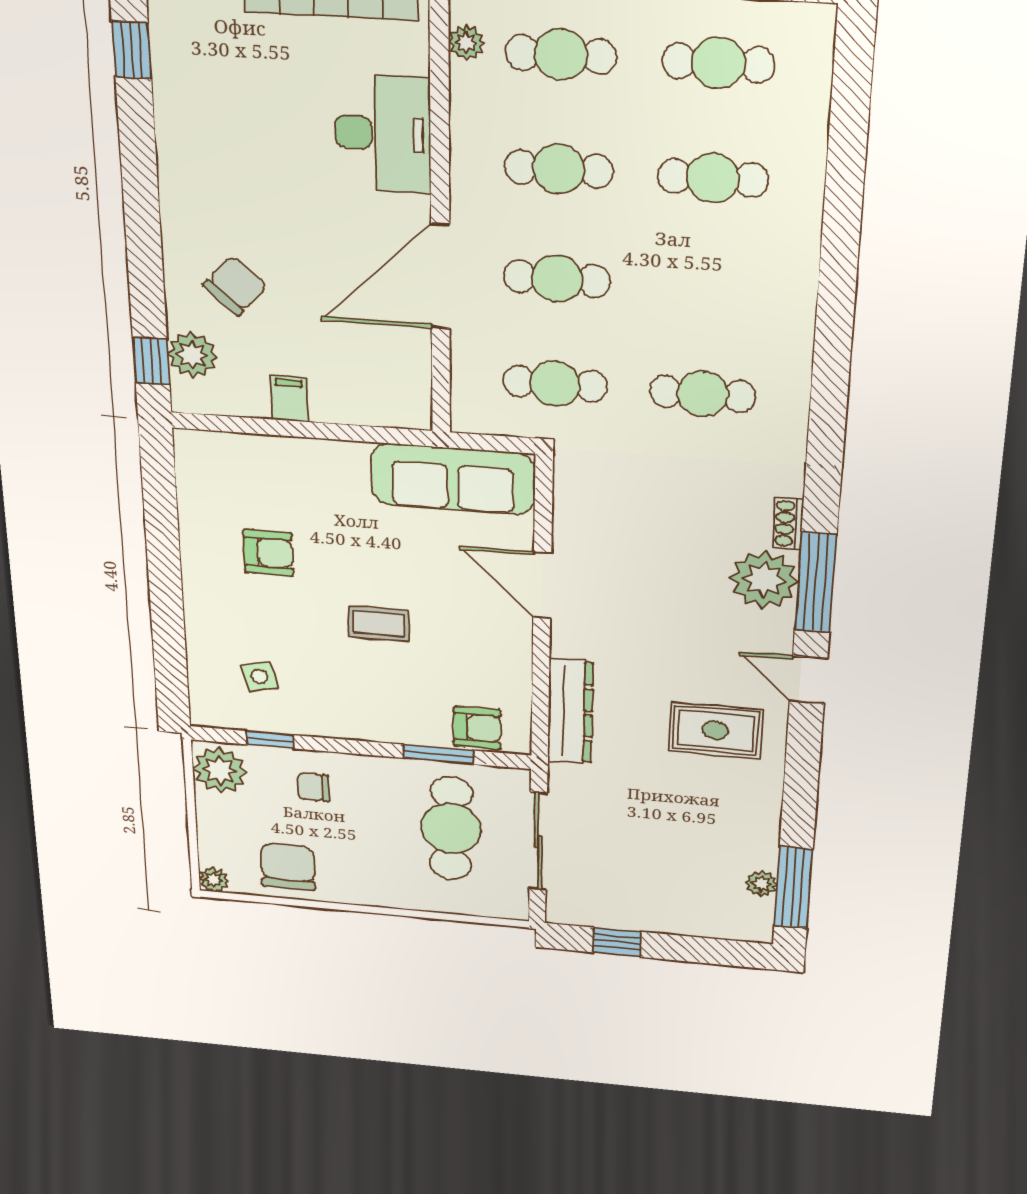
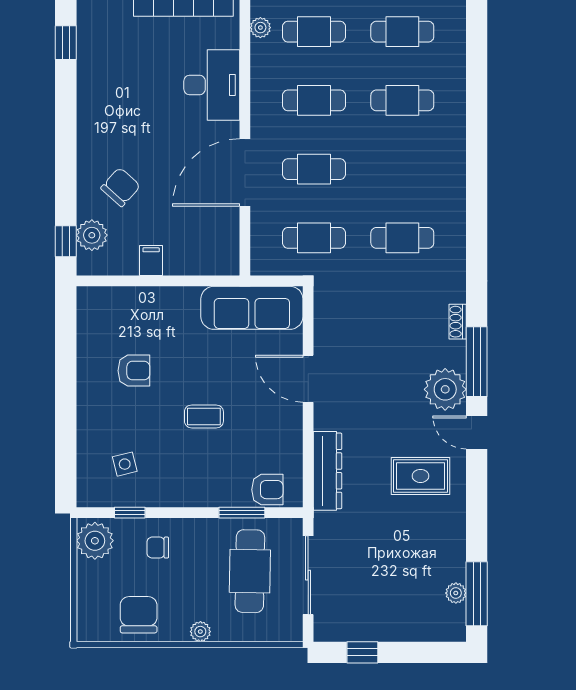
plant: (764, 580) -> (445, 389), moved
plant: (214, 880) -> (200, 632), moved

